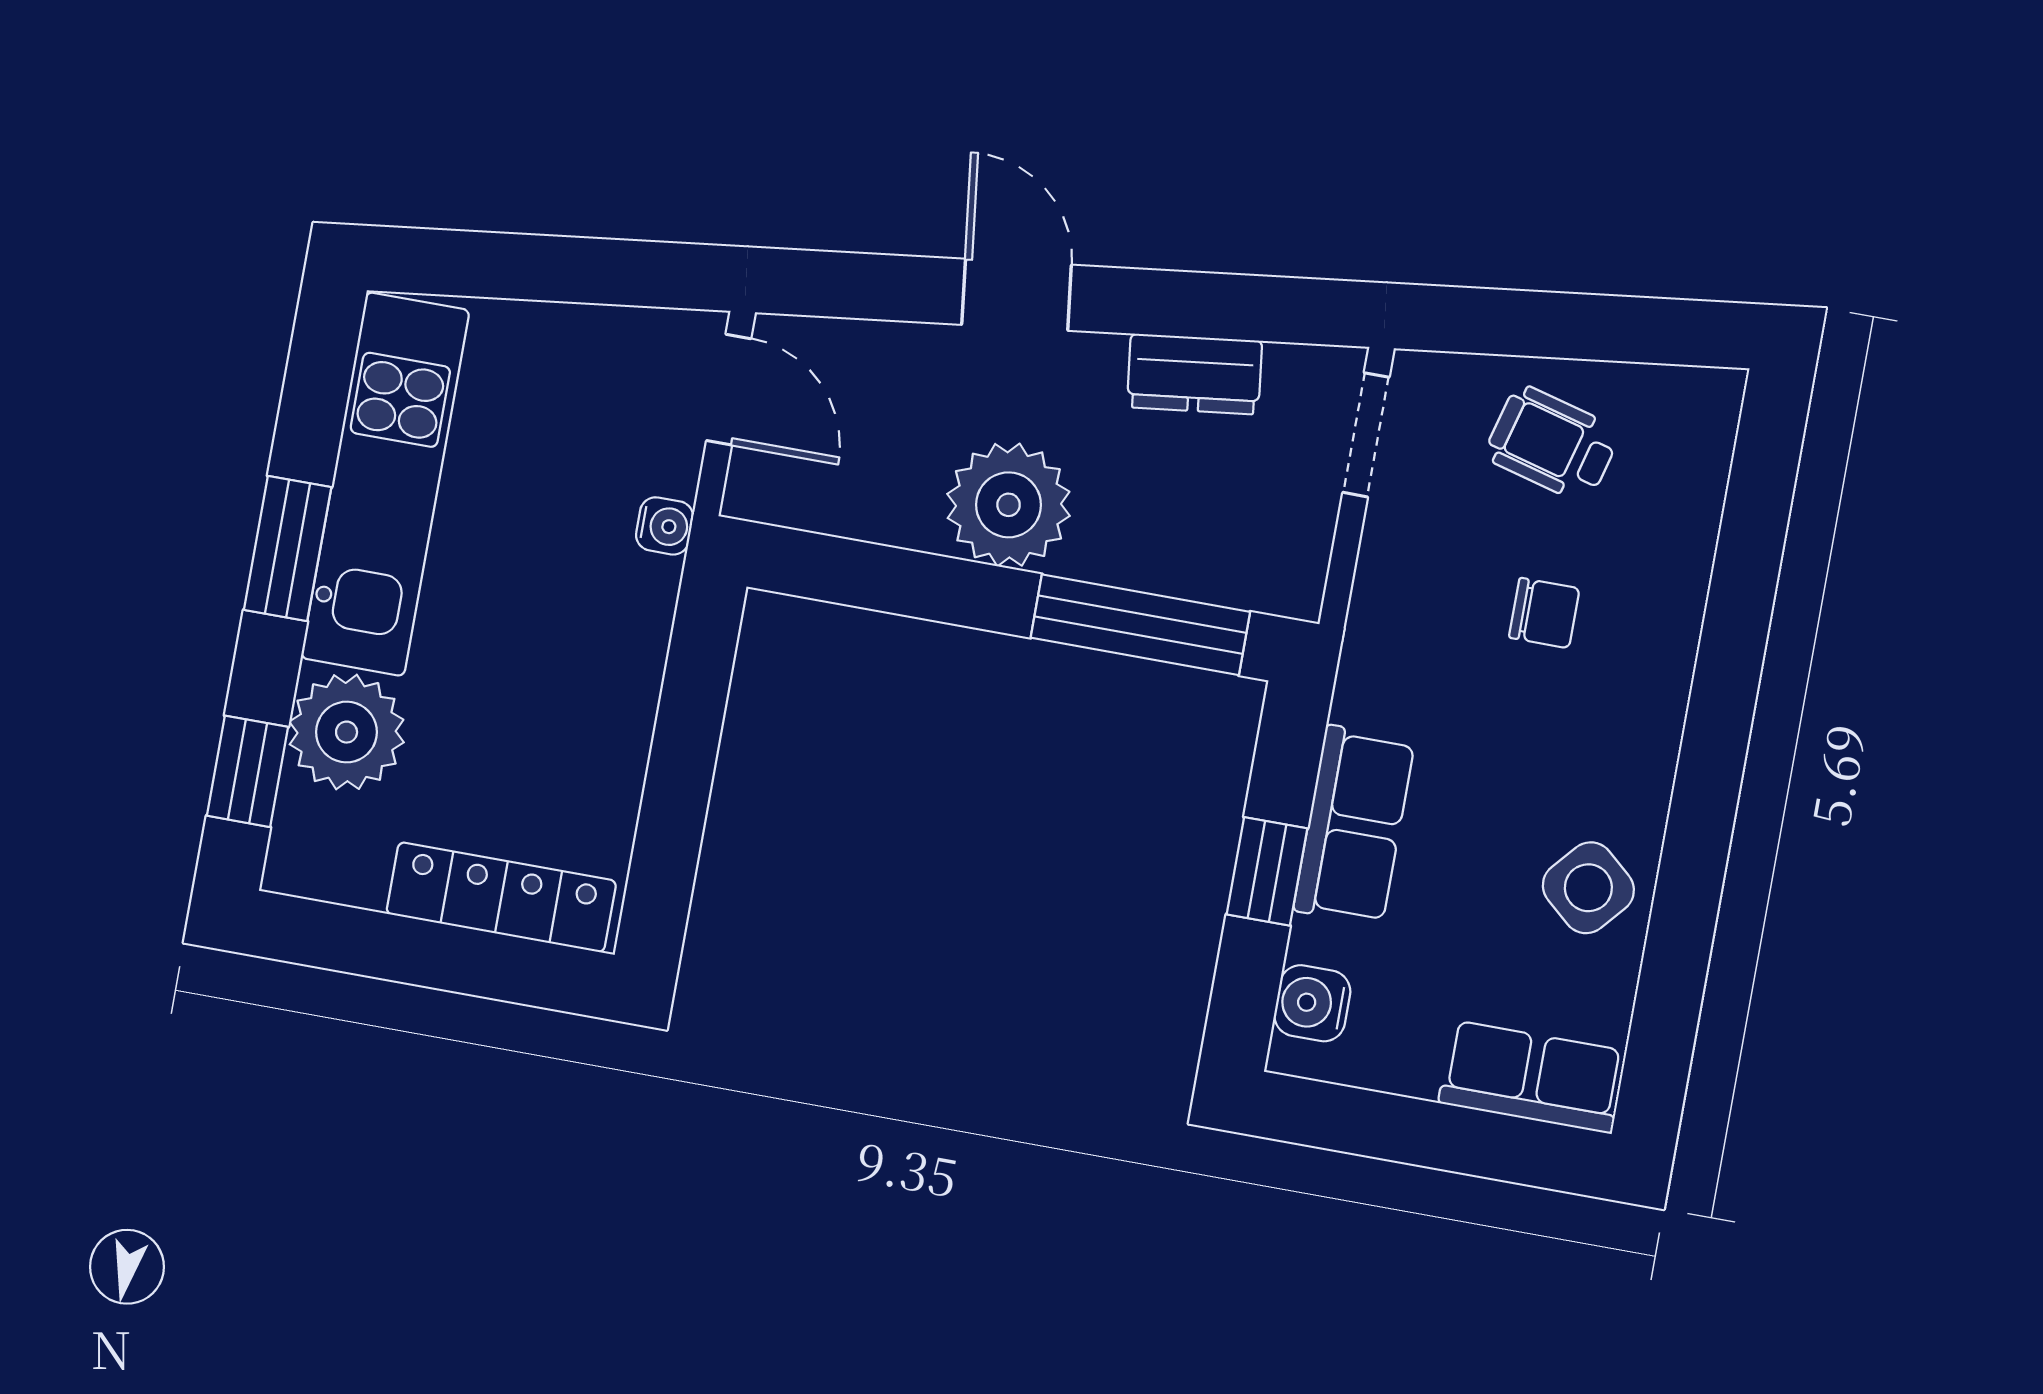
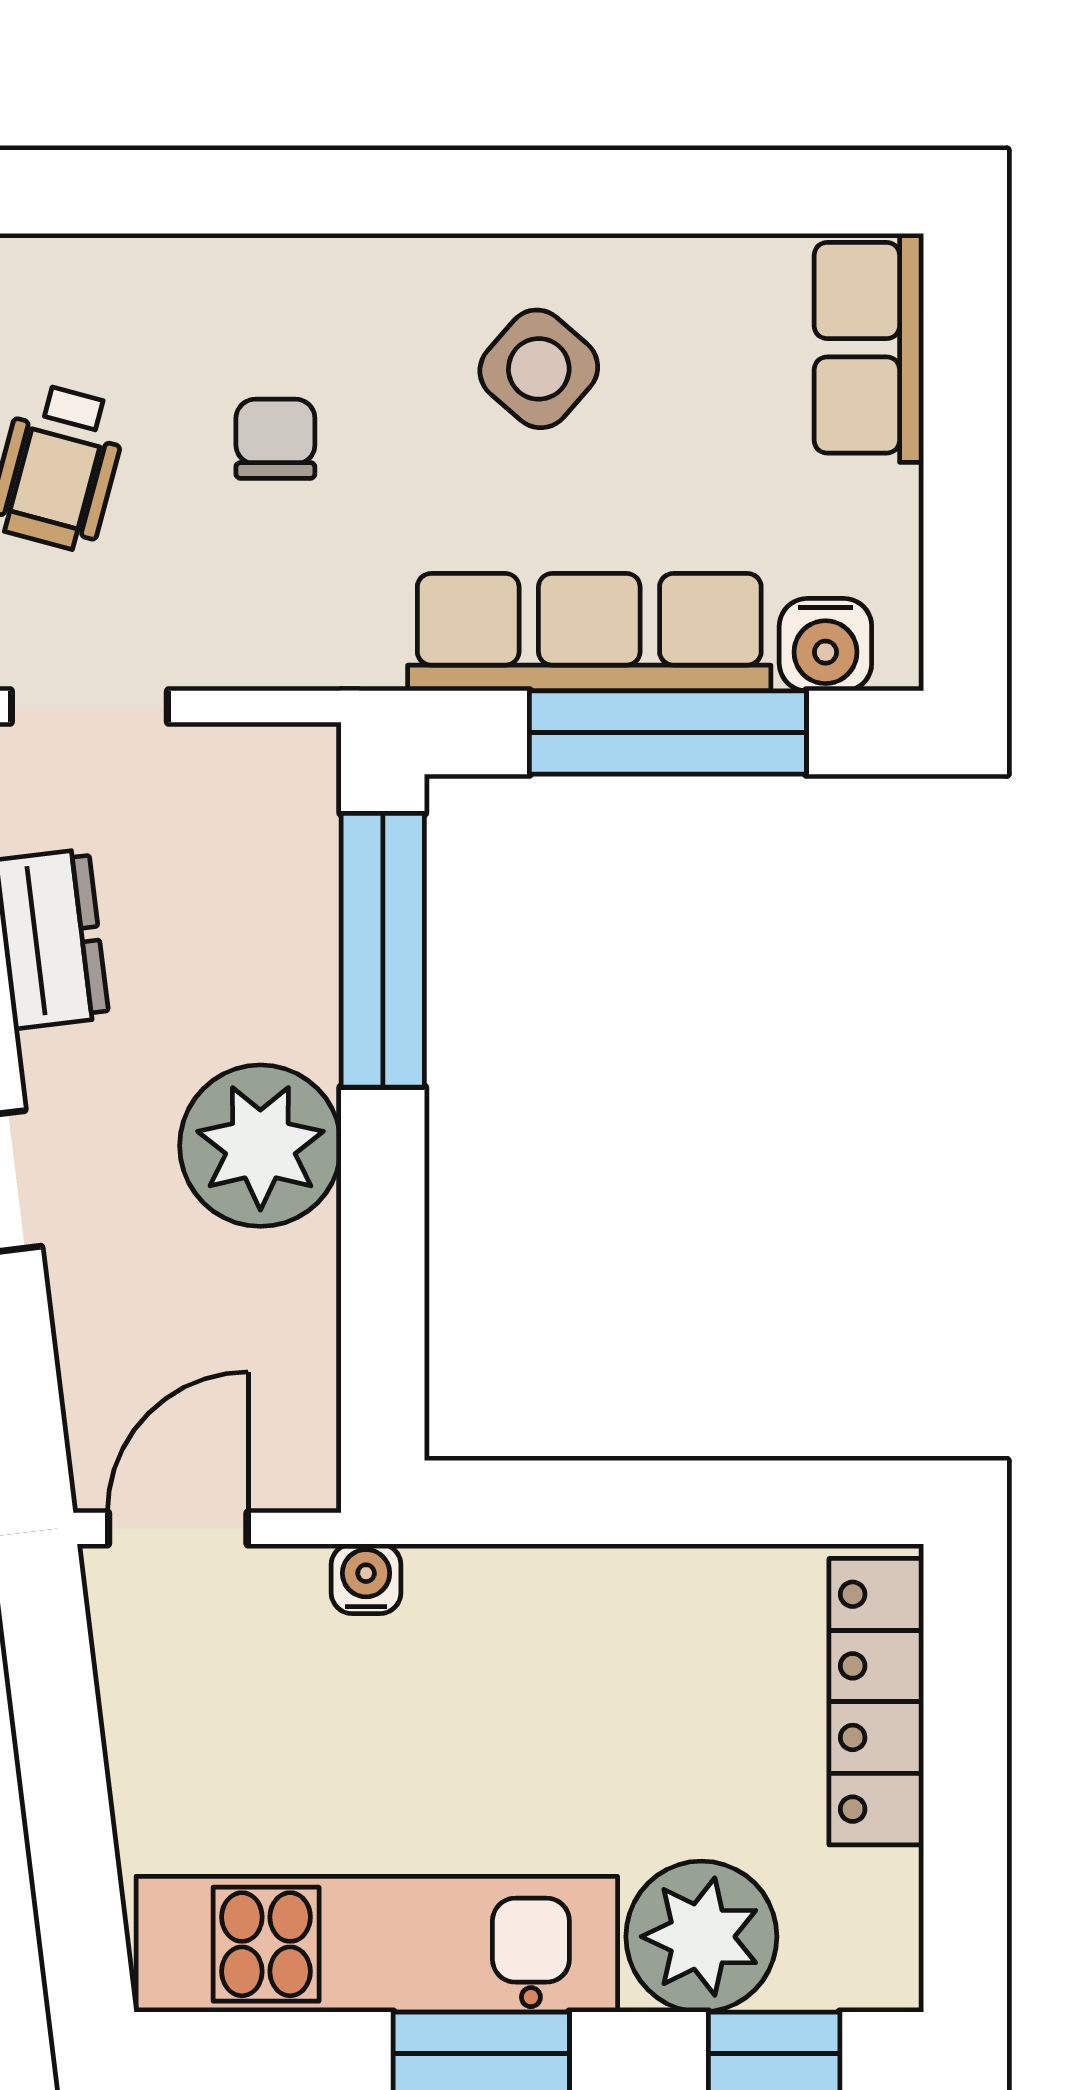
row of seats: (1354, 825) -> (589, 632), width x1.48
window: (1267, 871) -> (668, 733), width x2.17
side table: (1588, 888) -> (539, 369), moved

